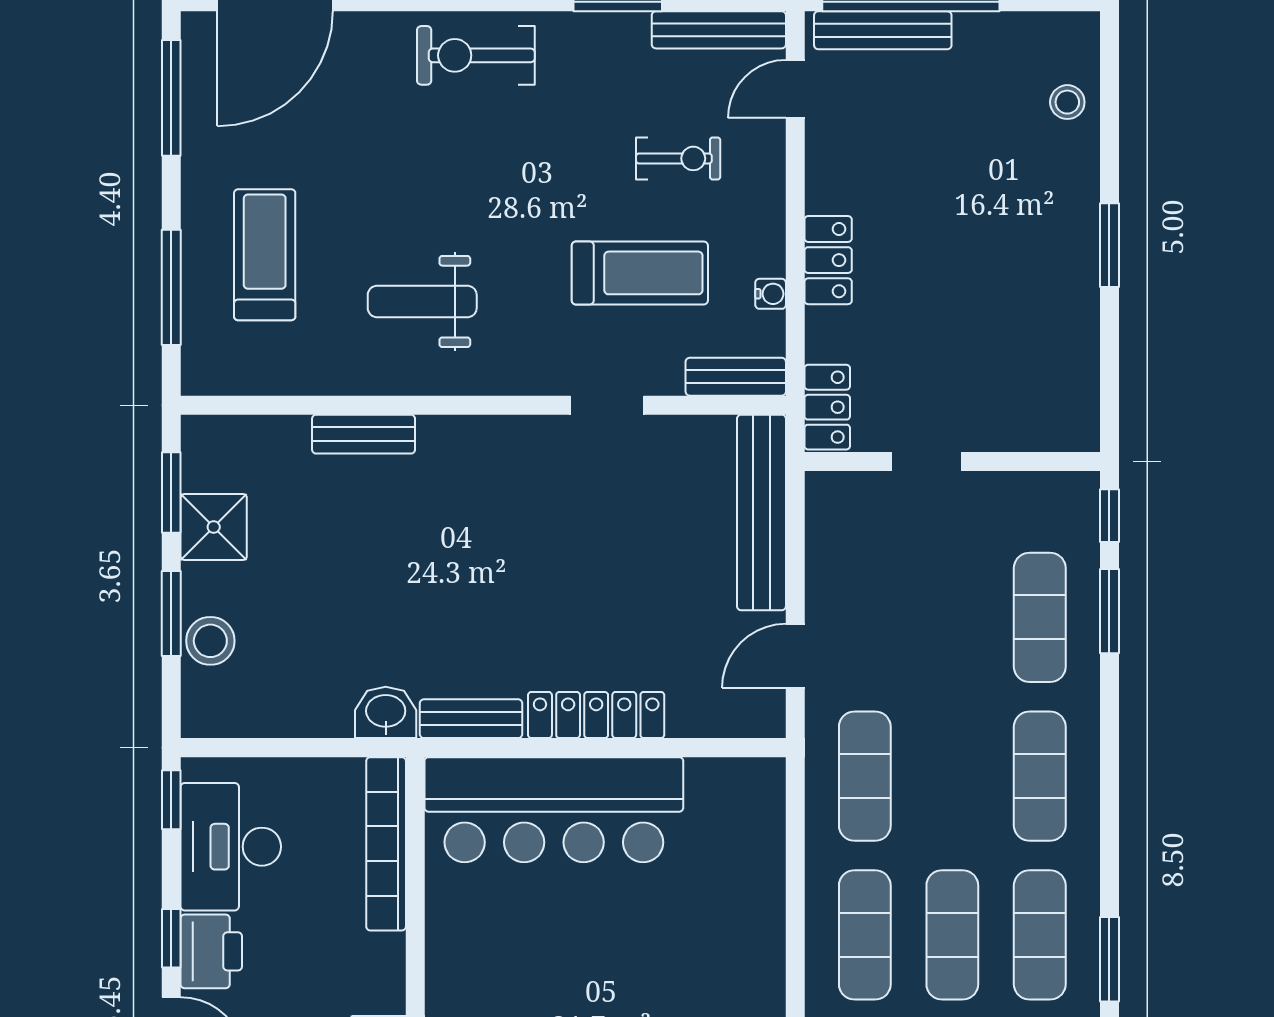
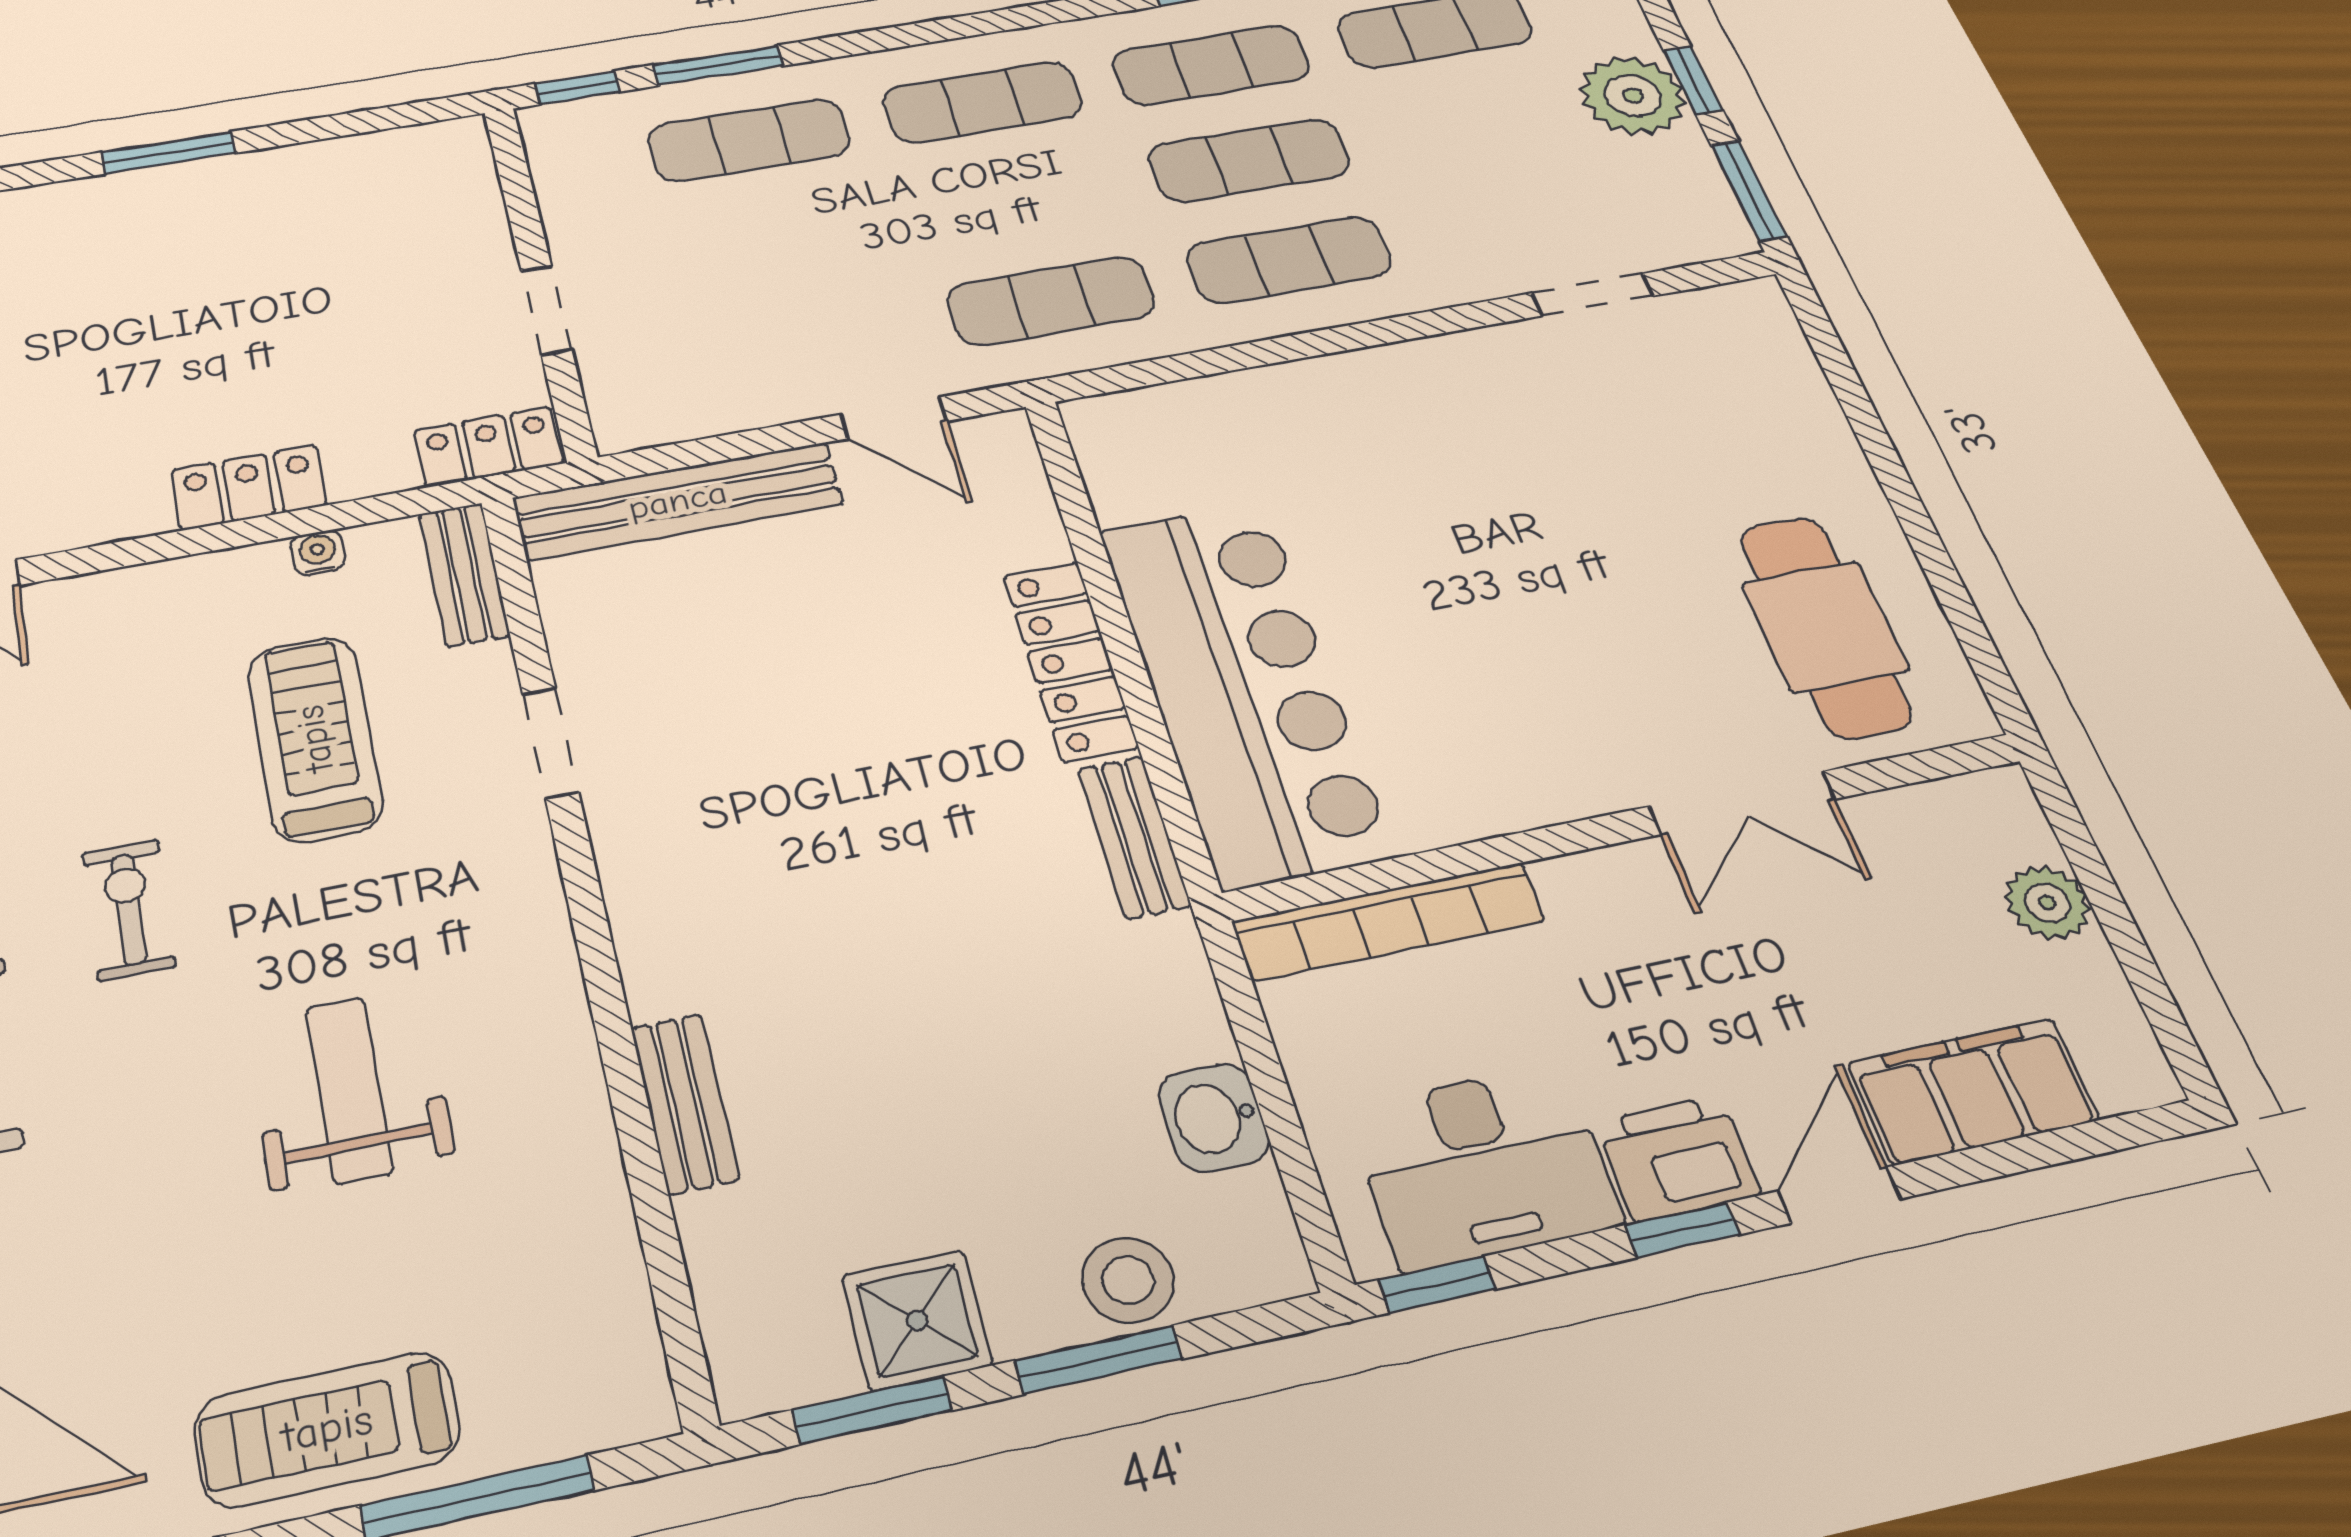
exercise bike: (678, 158) -> (129, 910), moved
treadmill: (265, 255) -> (327, 1429), moved
weight bench: (422, 302) -> (349, 1090), moved, turned 180
washbasin: (386, 712) -> (1214, 1118), moved

